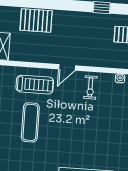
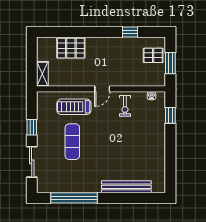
treadmill: (35, 85) -> (74, 107), turned 180

